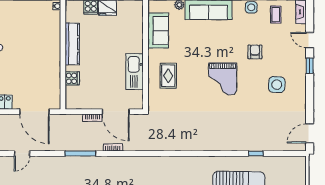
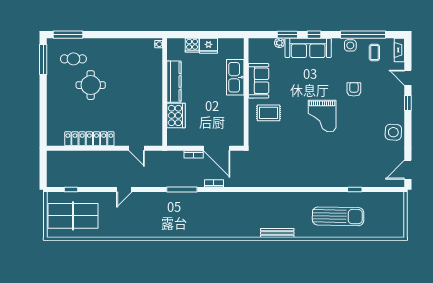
sofa: (158, 30) -> (258, 81), moved
kitchen sink: (135, 72) -> (235, 77), moved
rug: (168, 76) -> (268, 113), turned 90
cooker: (72, 78) -> (176, 115), width x1.87, depth x1.31
side table: (277, 85) -> (393, 132), moved
door: (34, 112) -> (137, 148), width x0.53

